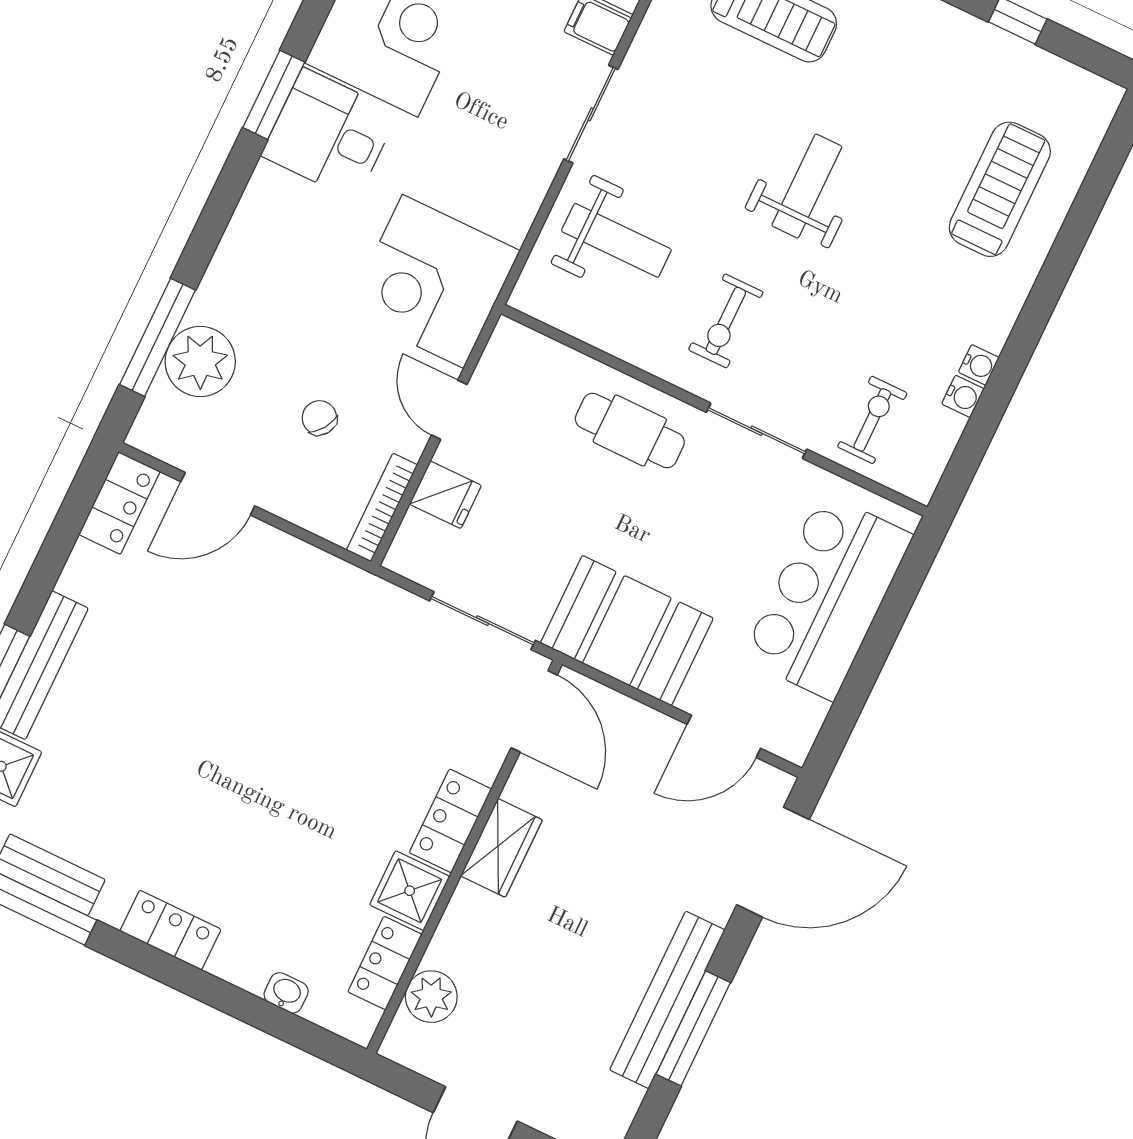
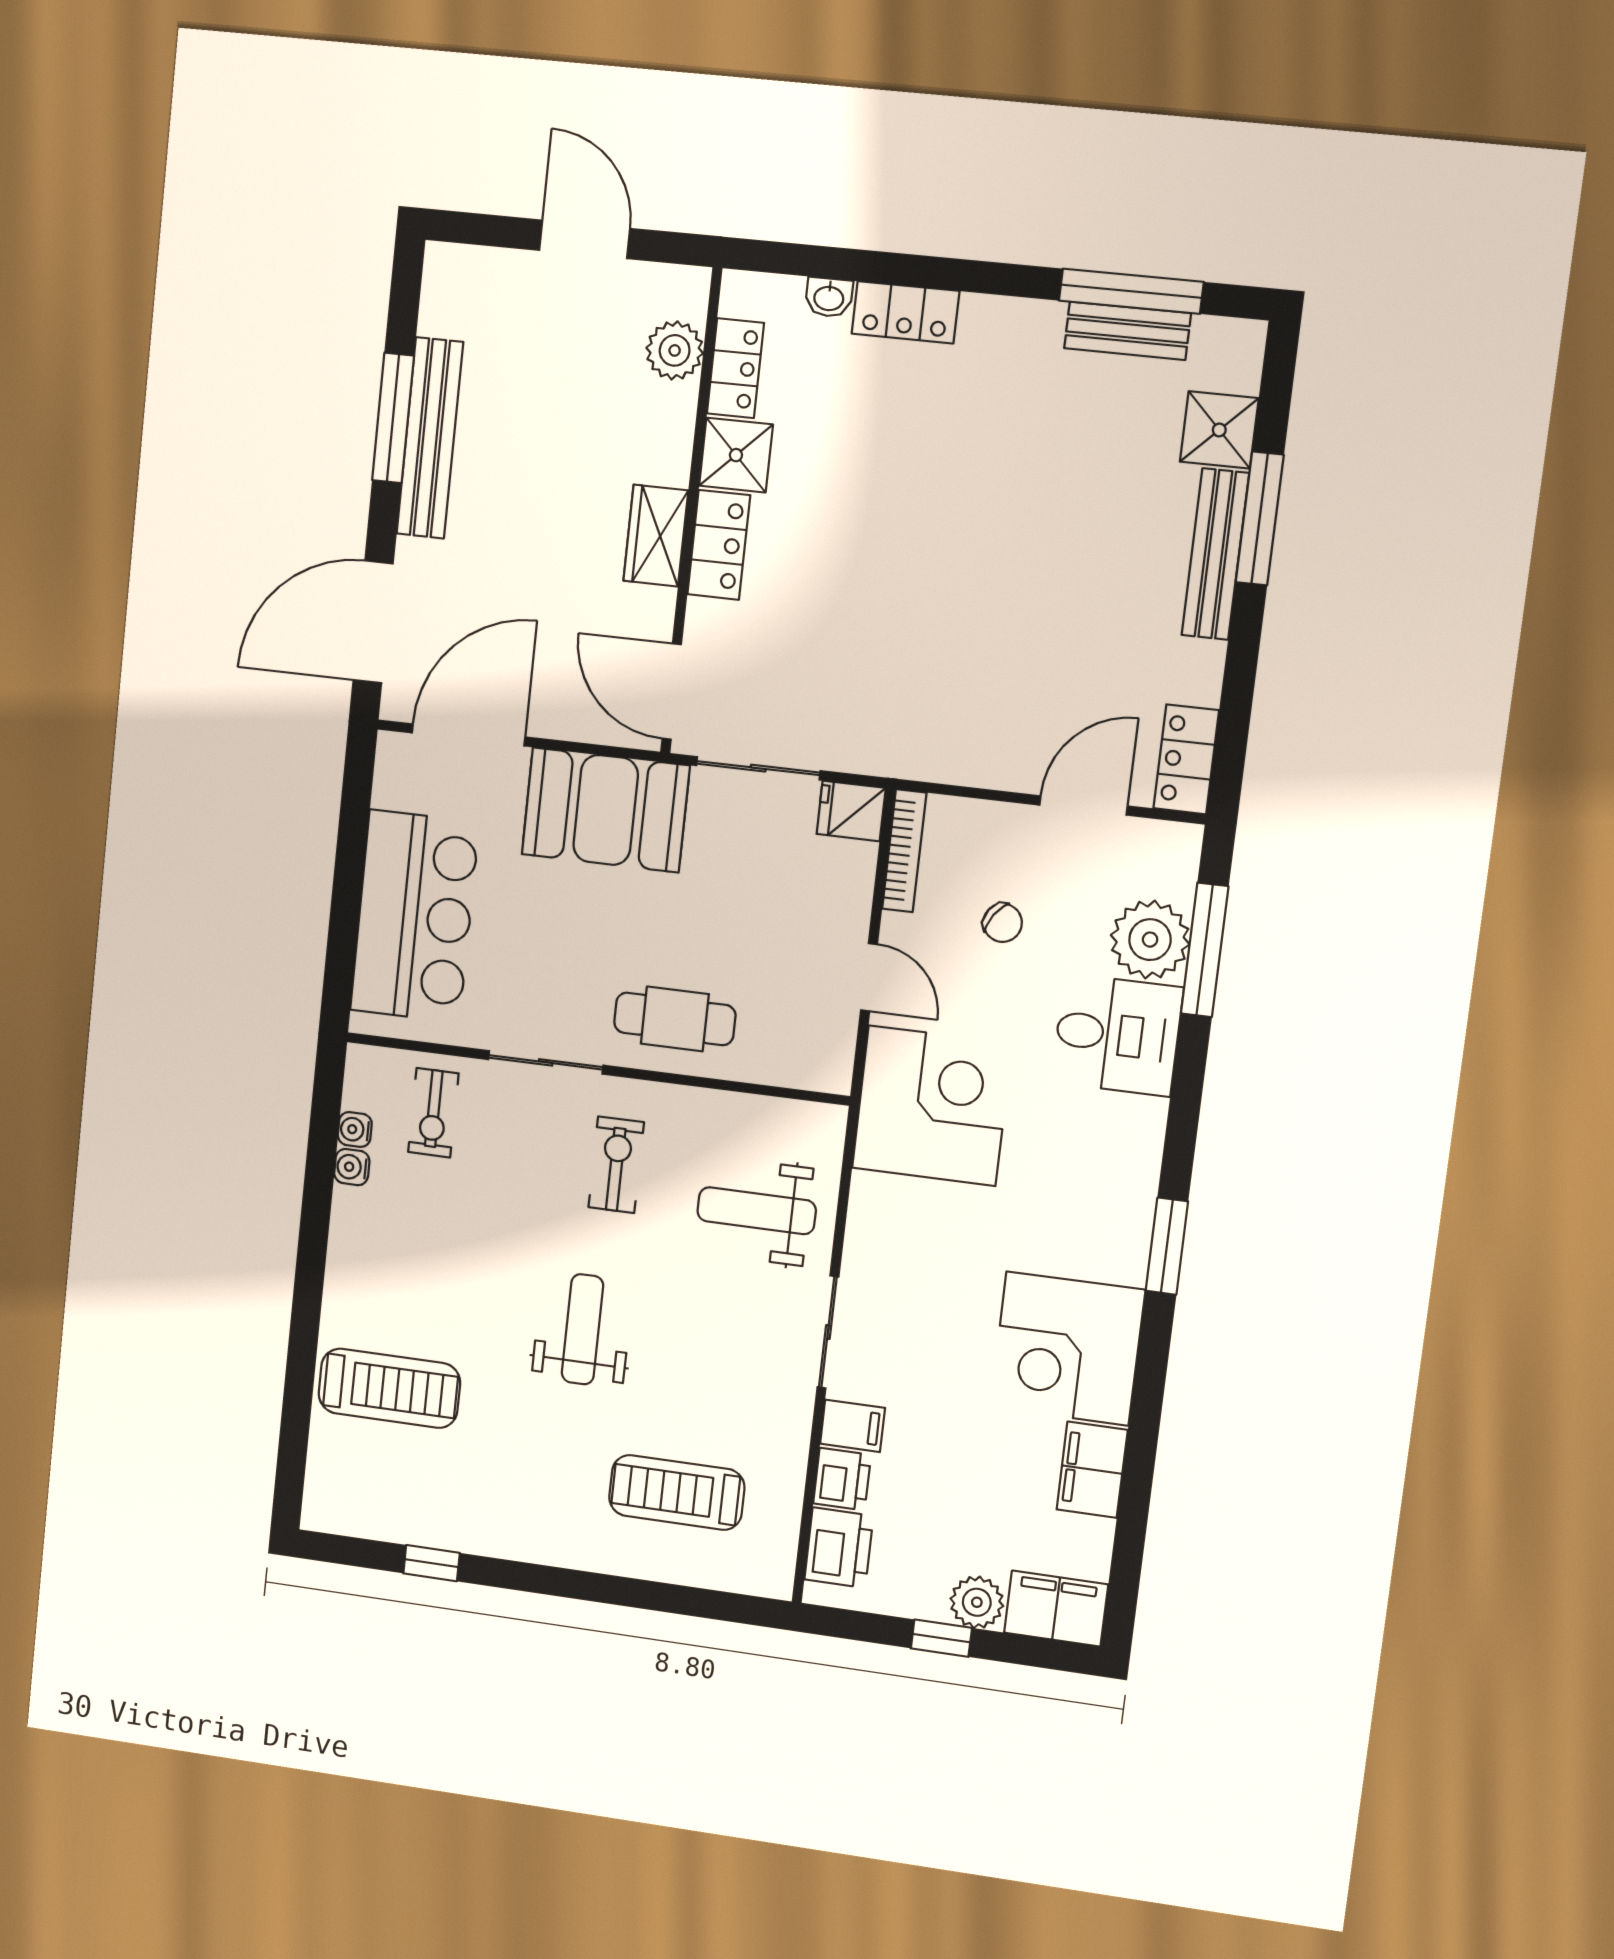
desk: (330, 134) -> (1117, 1035), moved
weight bench: (807, 186) -> (583, 1329), turned 180
treadmill: (1000, 189) -> (389, 1388), turned -90
water cooler: (979, 365) -> (355, 1130), moved
fridge: (445, 495) -> (851, 811), moved
door: (724, 736) -> (468, 735), width x1.36
locker: (170, 930) -> (905, 312), moved

